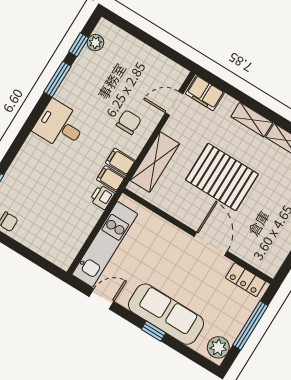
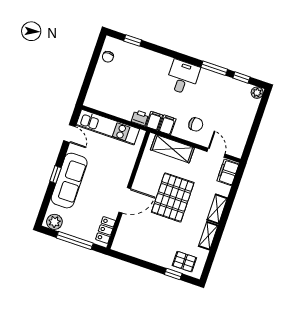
plant: (95, 43) -> (257, 93), moved

